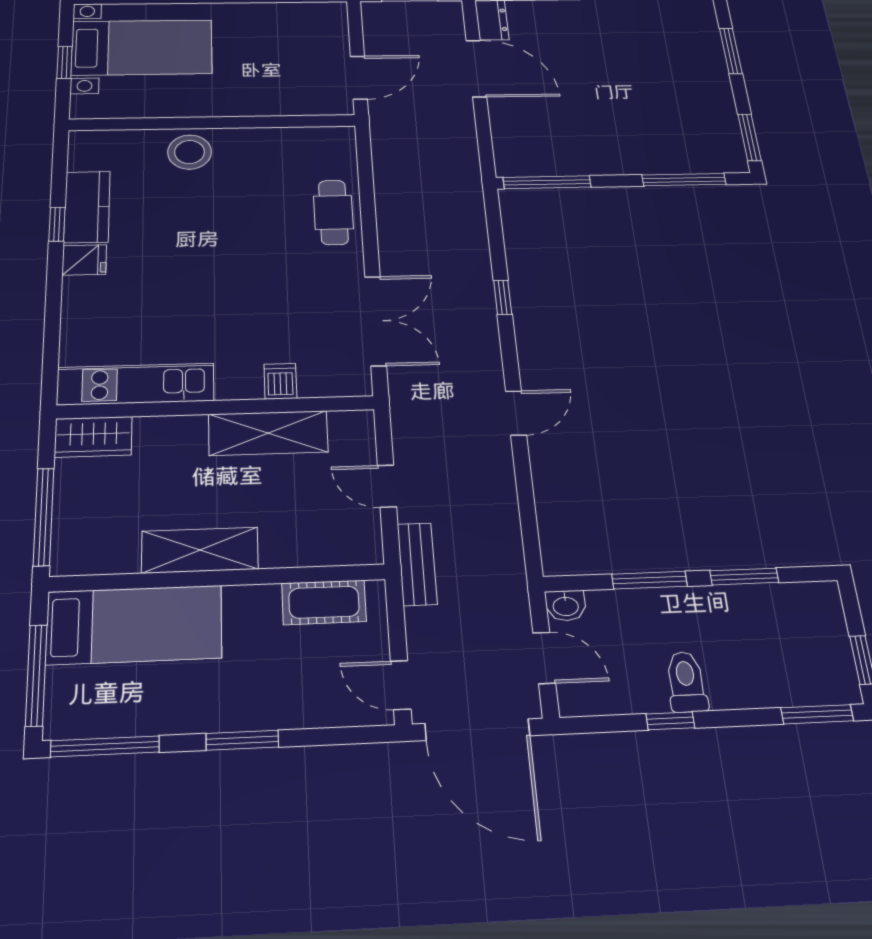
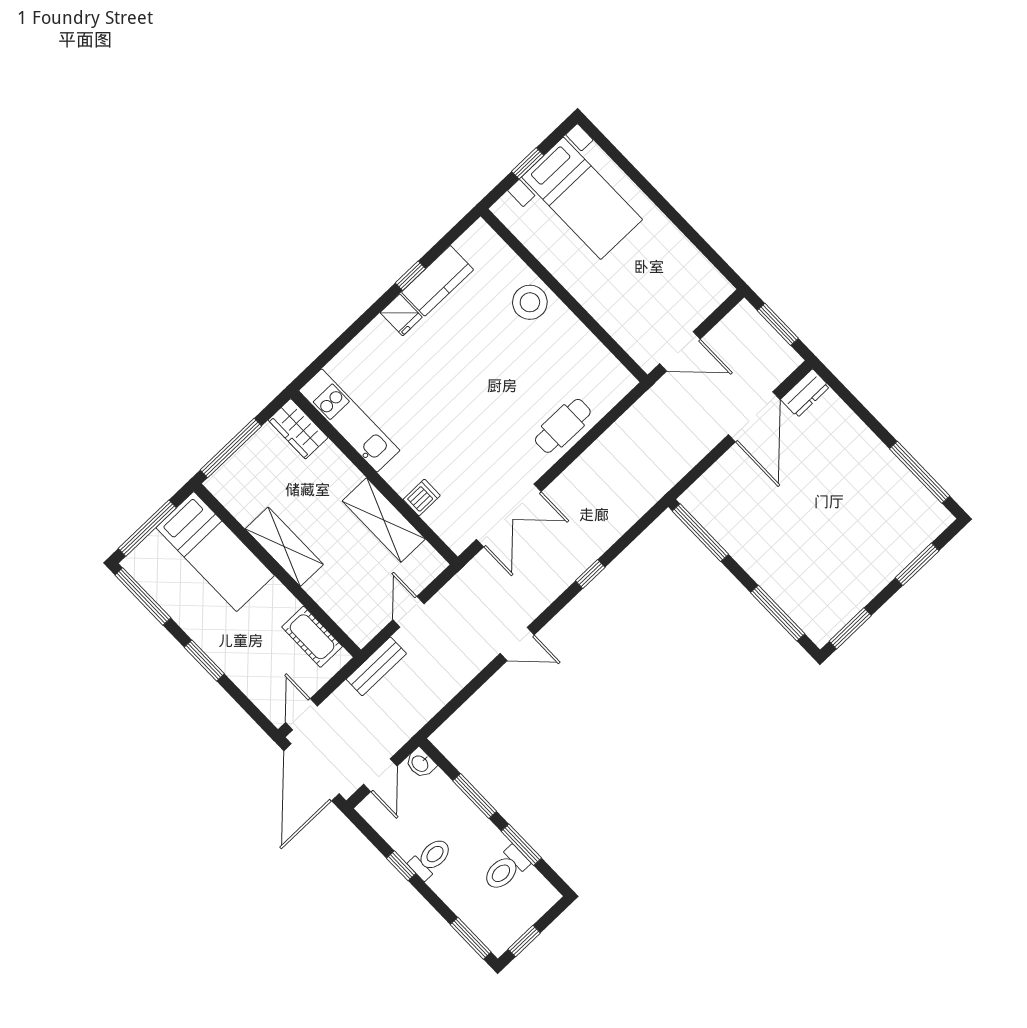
toilet: (760, 614) -> (506, 869), added

